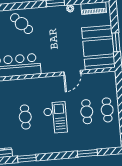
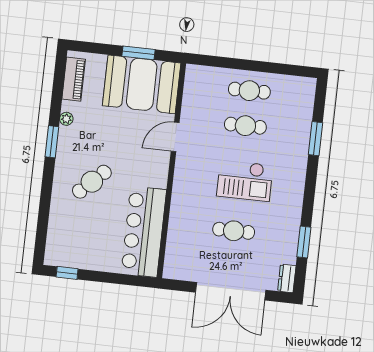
cafe table: (22, 24) -> (92, 182), moved
door: (72, 73) -> (175, 137), swing flipped
checkout: (55, 118) -> (245, 181), turned 180

